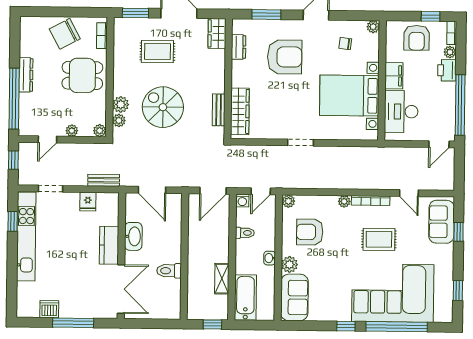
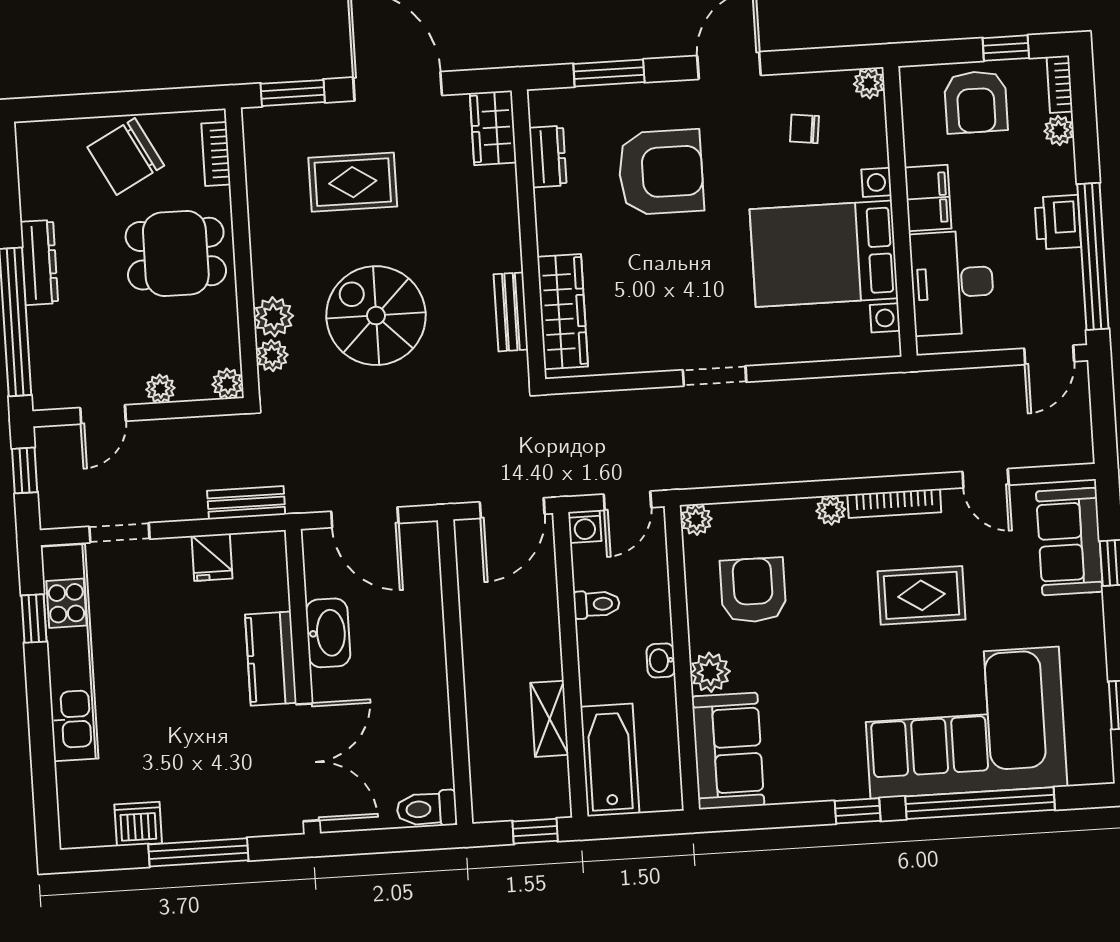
printer: (447, 70) -> (1058, 222), moved
armchair: (310, 232) -> (753, 590), turned 90
toilet: (169, 271) -> (427, 809), moved

